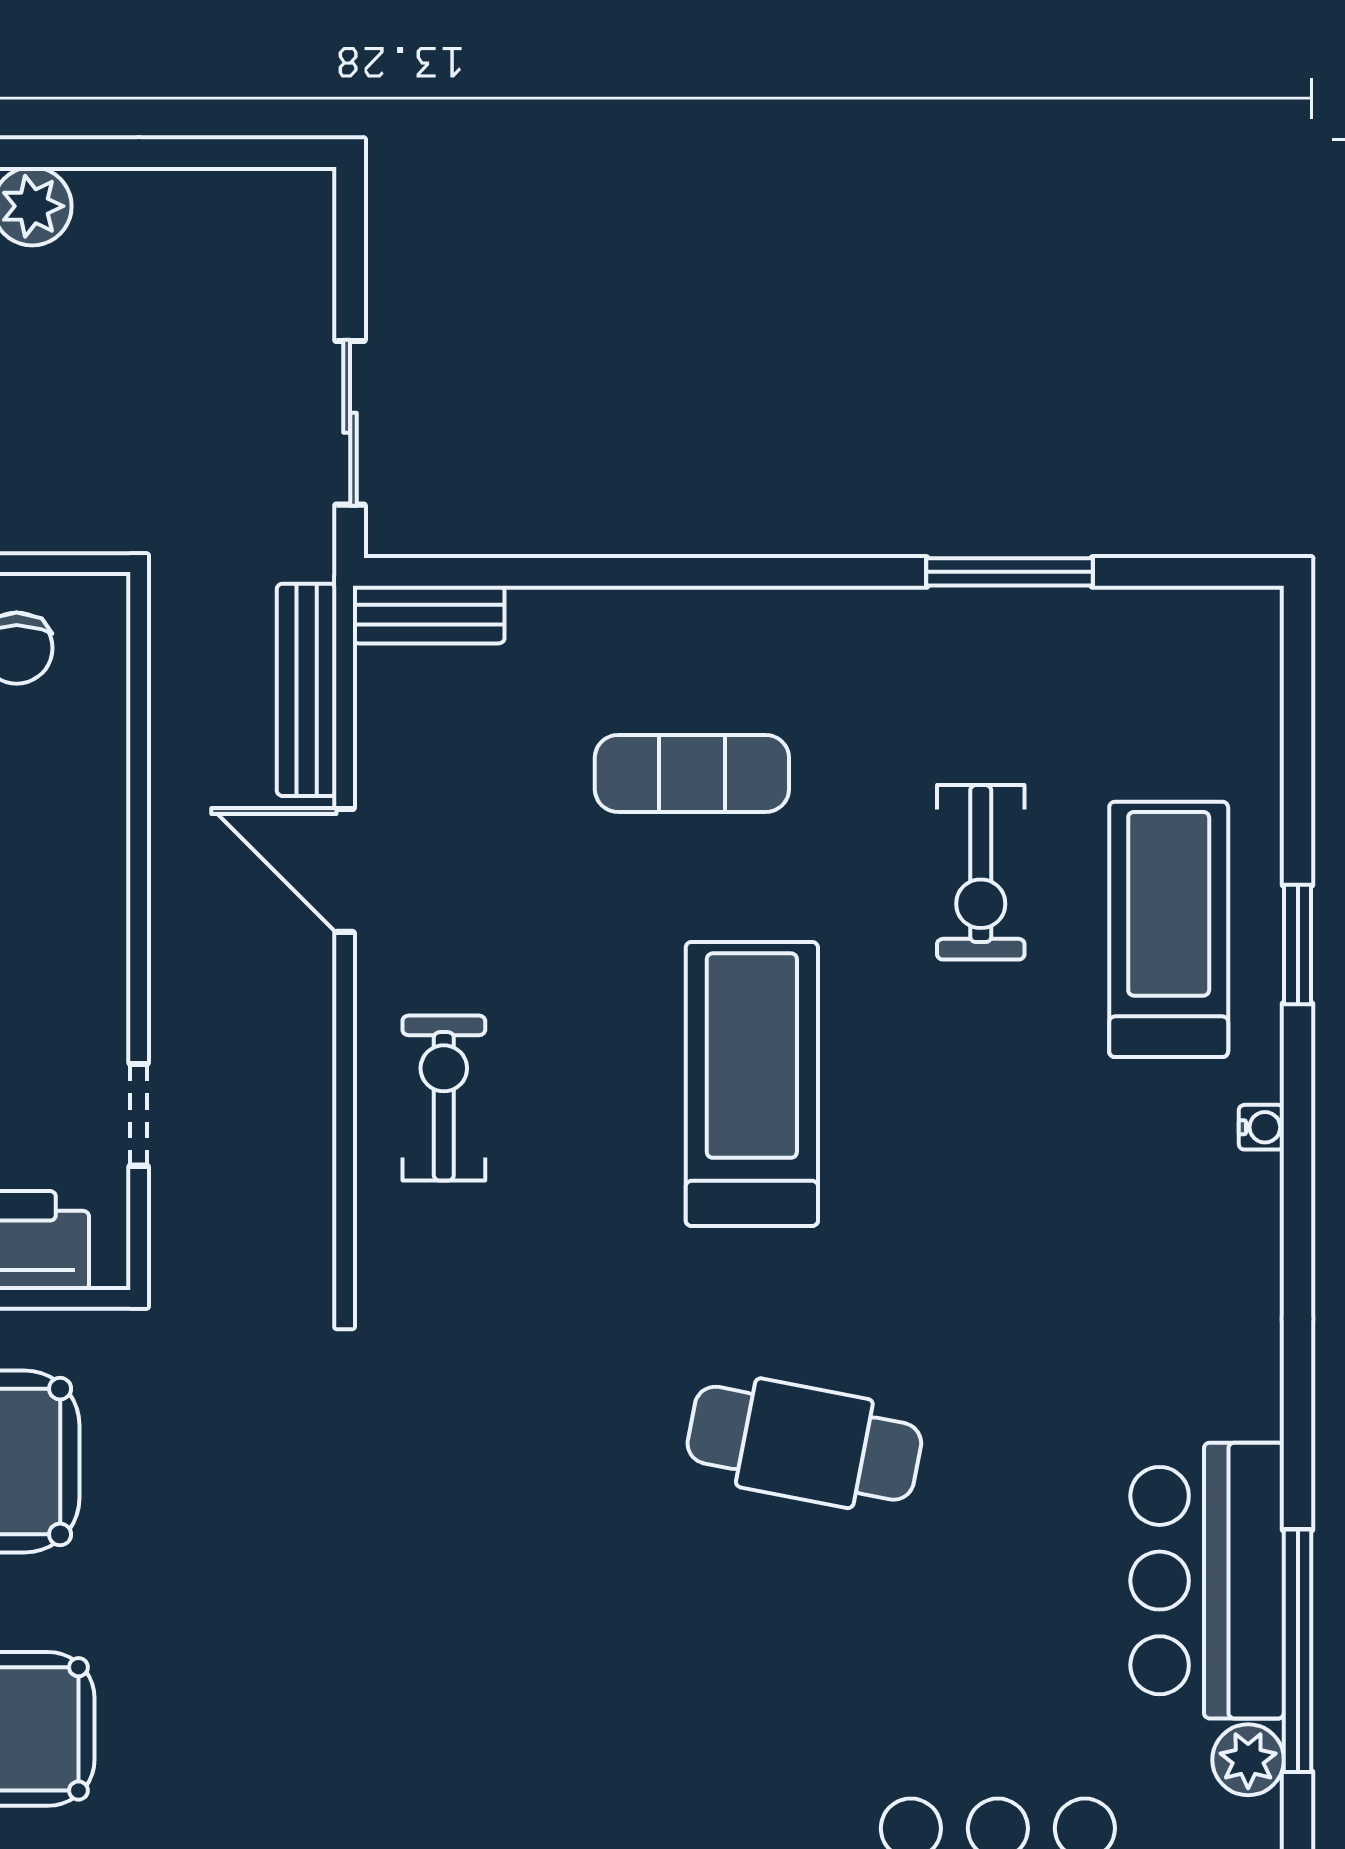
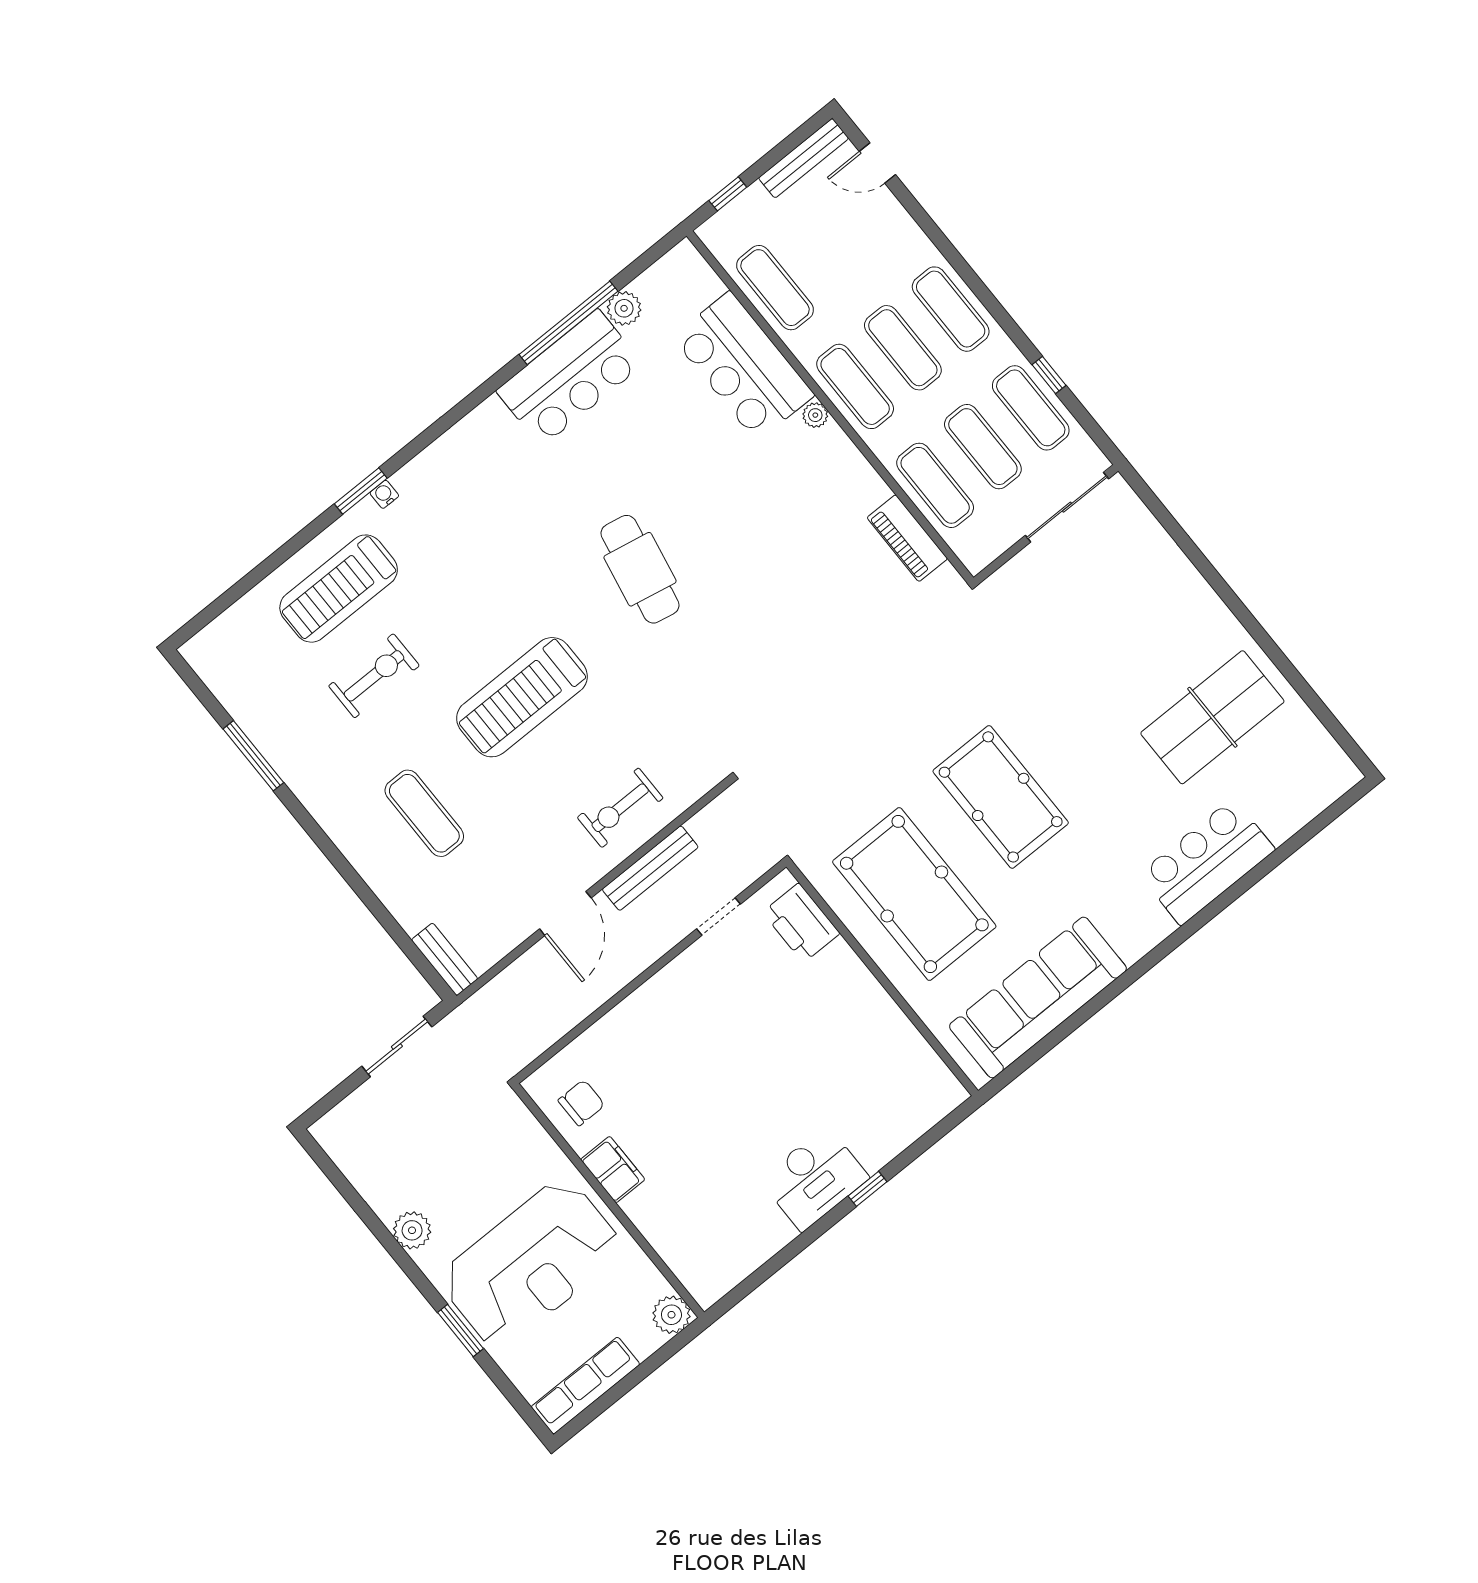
bench: (307, 690) -> (650, 868), moved
window: (1298, 944) -> (361, 491), moved

